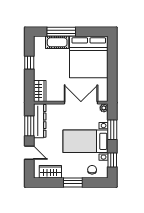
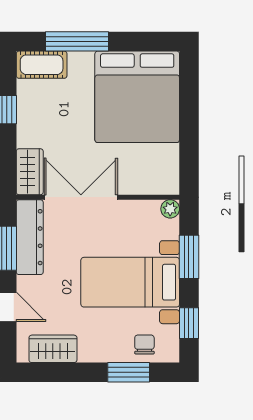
cot: (57, 42) -> (42, 65), moved
double door: (81, 103) -> (81, 197), moved
window: (73, 182) -> (129, 372), moved

